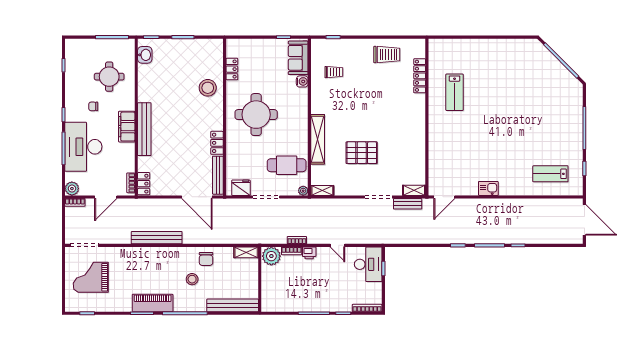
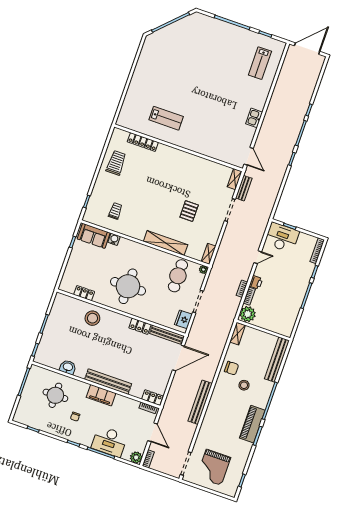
washbasin: (145, 55) -> (68, 367), moved
desk: (83, 147) -> (109, 442), width x0.73, depth x0.77
pallet: (362, 153) -> (189, 211), width x0.67, depth x0.71

